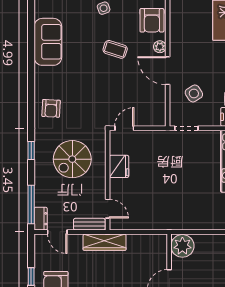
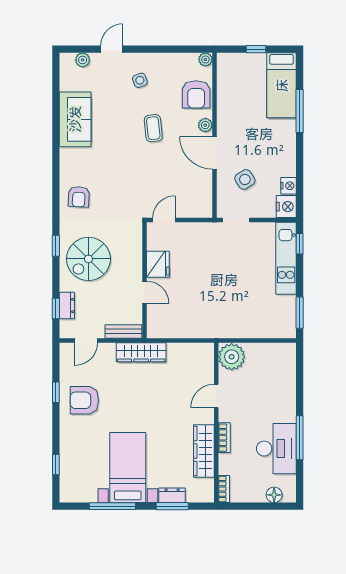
coffee table: (115, 49) -> (153, 128), turned 66
spiral stairs: (72, 159) -> (88, 259), moved
window: (31, 205) -> (56, 309), width x0.46
door: (108, 209) -> (145, 292), moved
dresser: (41, 219) -> (67, 306), moved
door: (57, 232) -> (86, 341), hinge flipped

